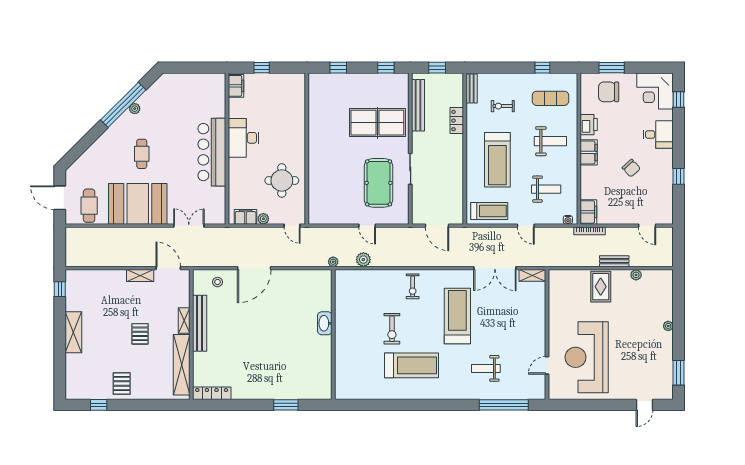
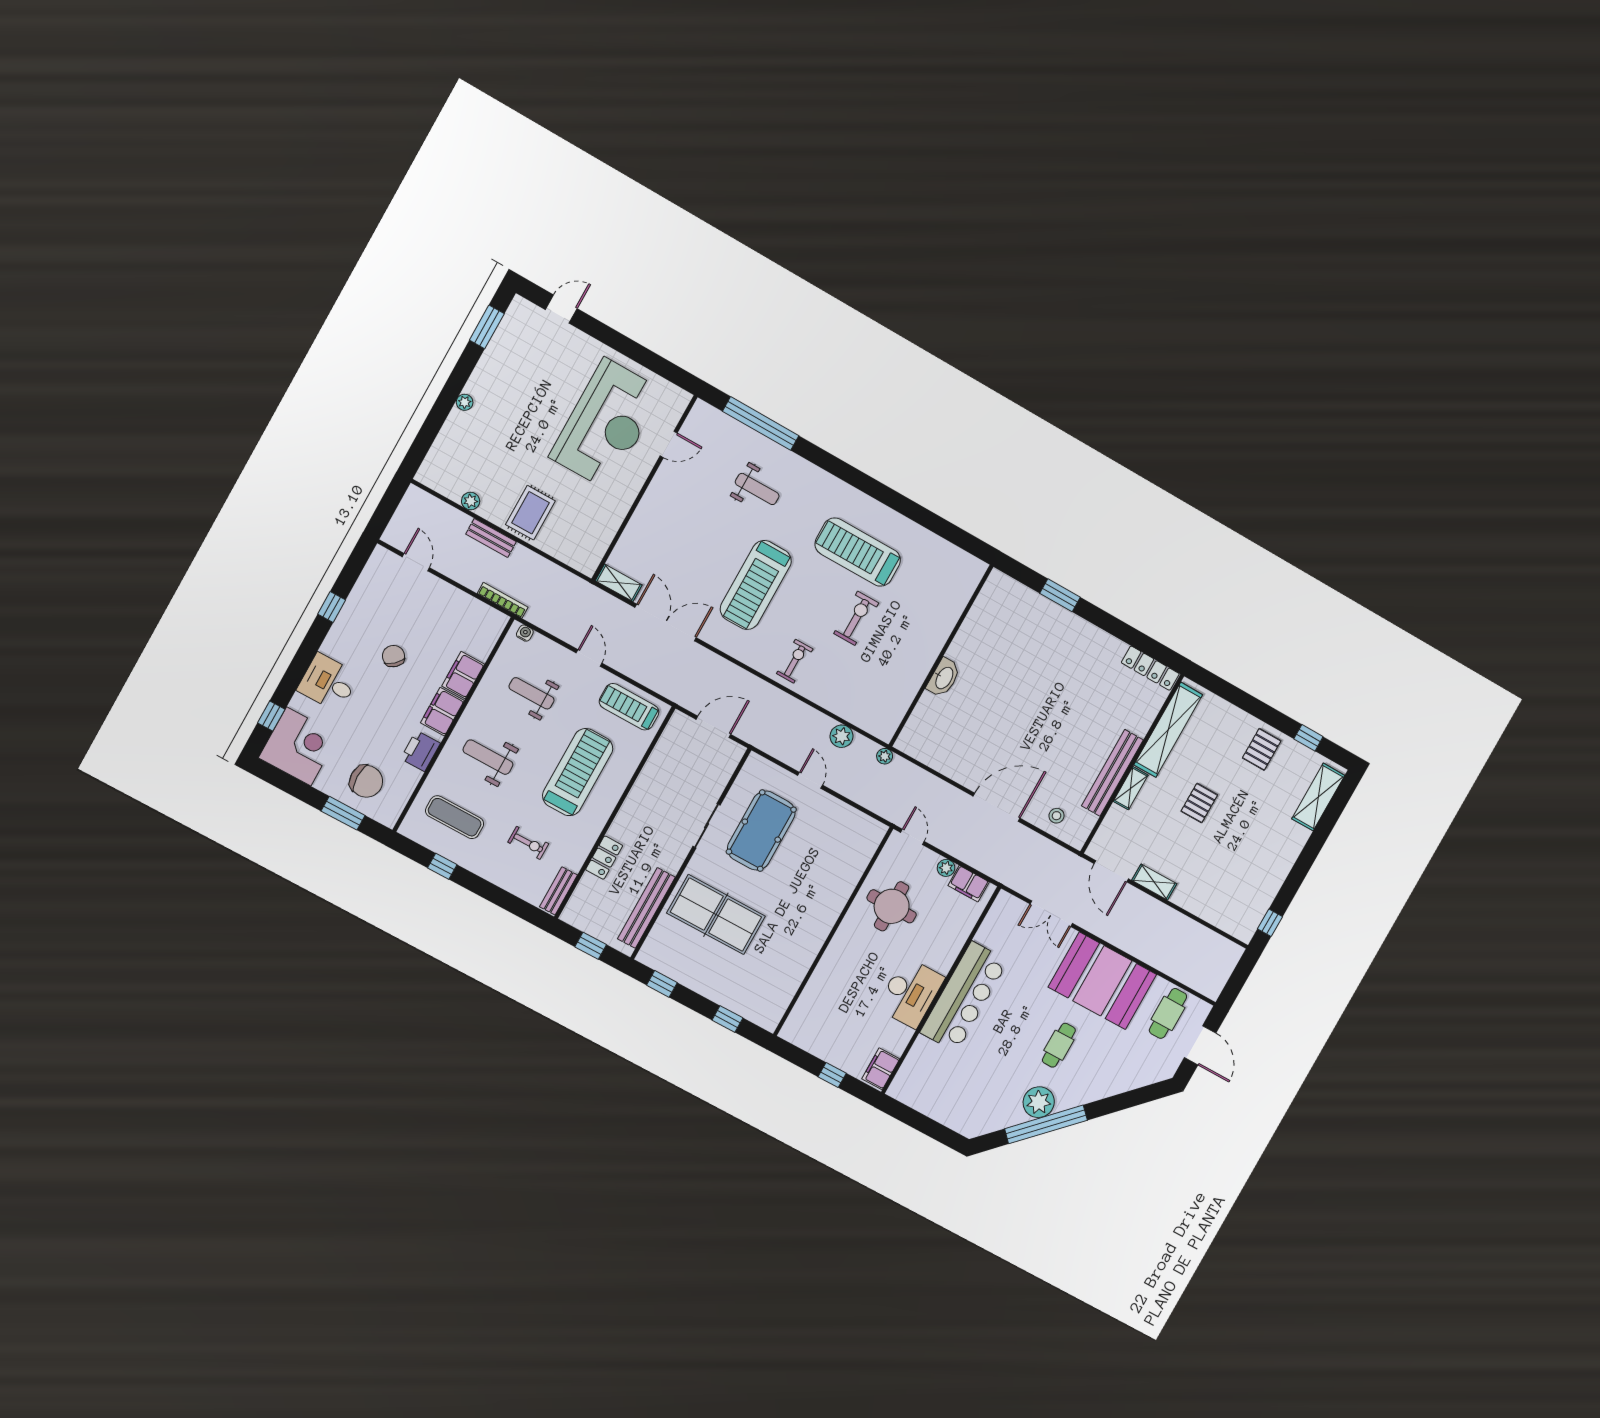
plant: (135, 109) -> (1039, 1102), width x1.88, depth x1.88
filing cabinet: (588, 212) -> (463, 675), moved
door: (437, 226) -> (713, 727), hinge flipped
shelving: (73, 332) -> (1318, 797), moved

